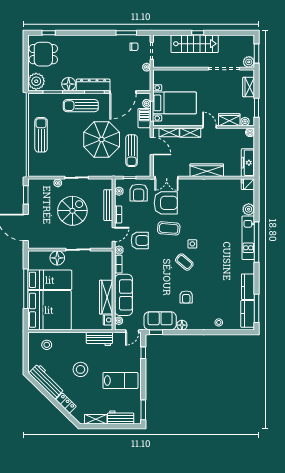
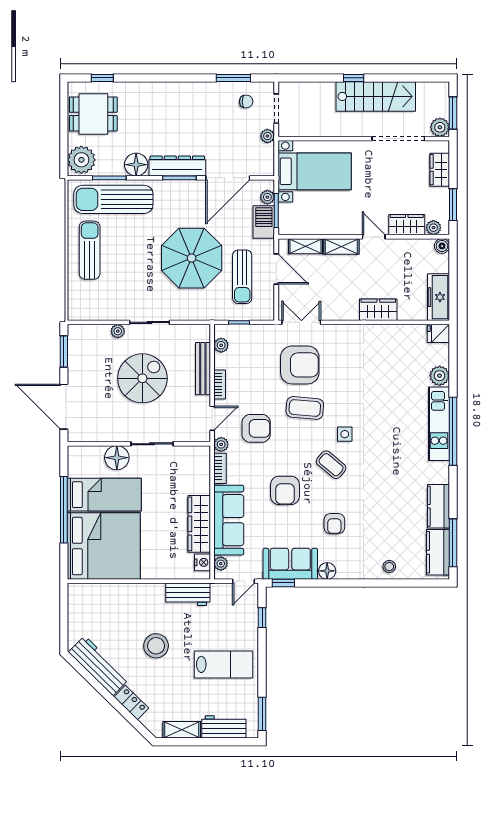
stairs: (195, 44) -> (376, 96), moved
bed with nightstands: (175, 103) -> (315, 171), moved
sun lounger: (81, 106) -> (113, 199), moved, width x1.36, depth x1.34
wardrobe: (207, 170) -> (378, 310), width x0.67
double door: (167, 178) -> (301, 322), swing flipped
armchair: (139, 193) -> (285, 490), moved
stool: (47, 345) -> (99, 604), removed

